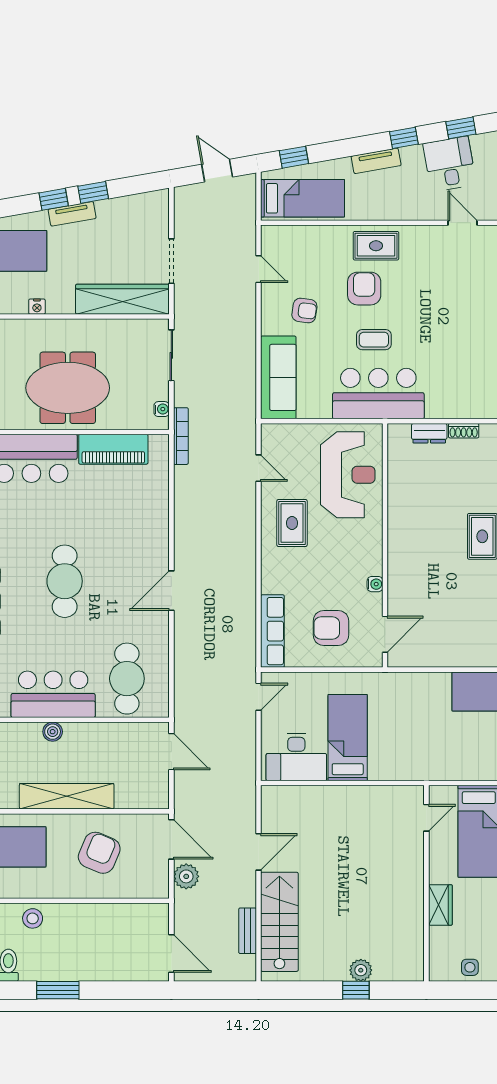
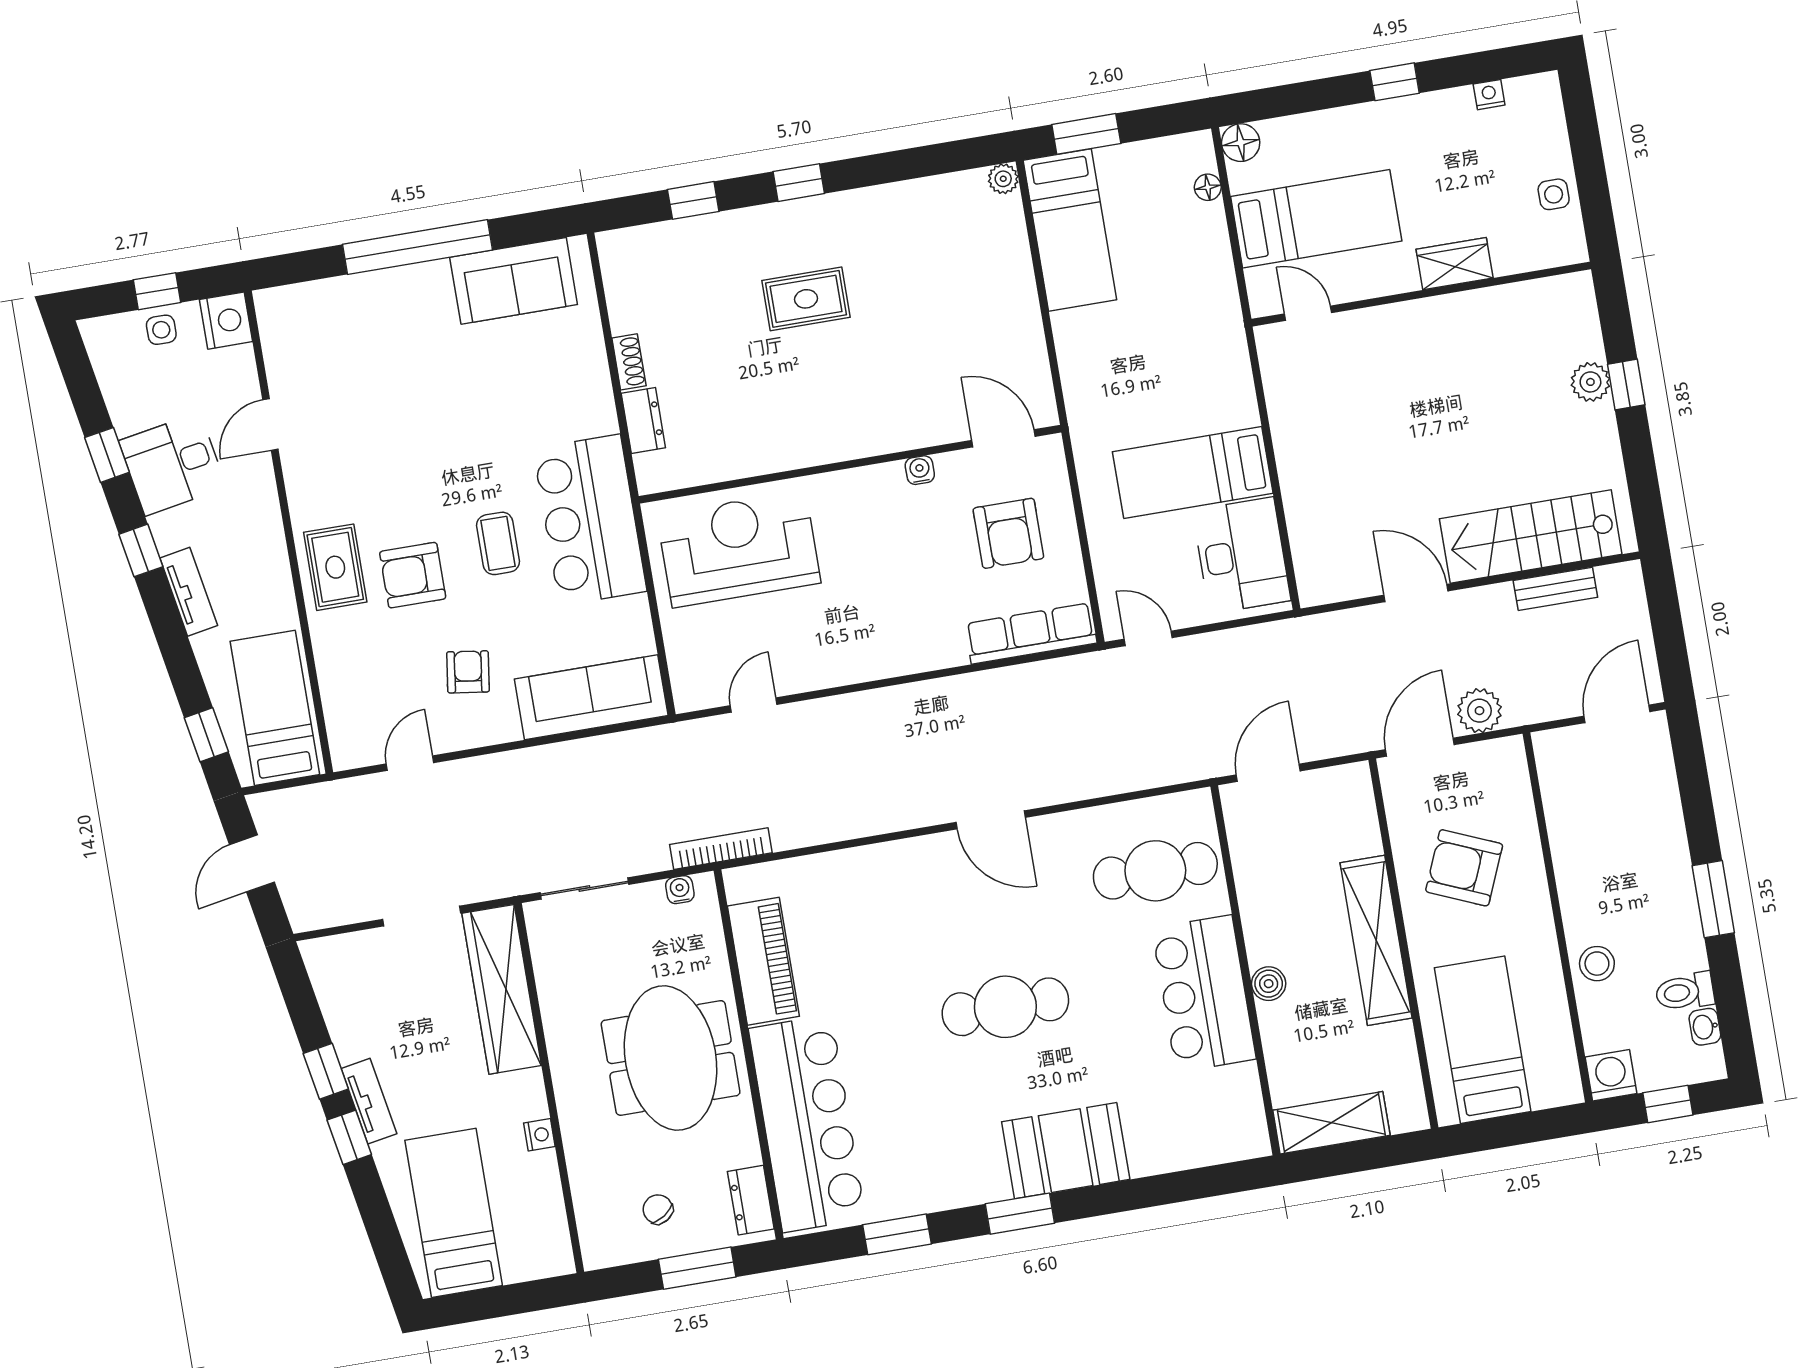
rug: (292, 523) -> (839, 631), removed

